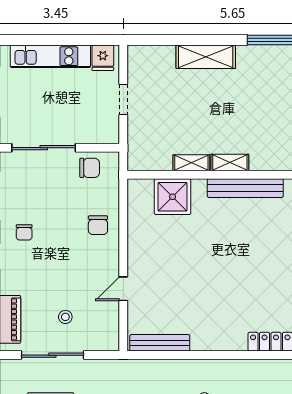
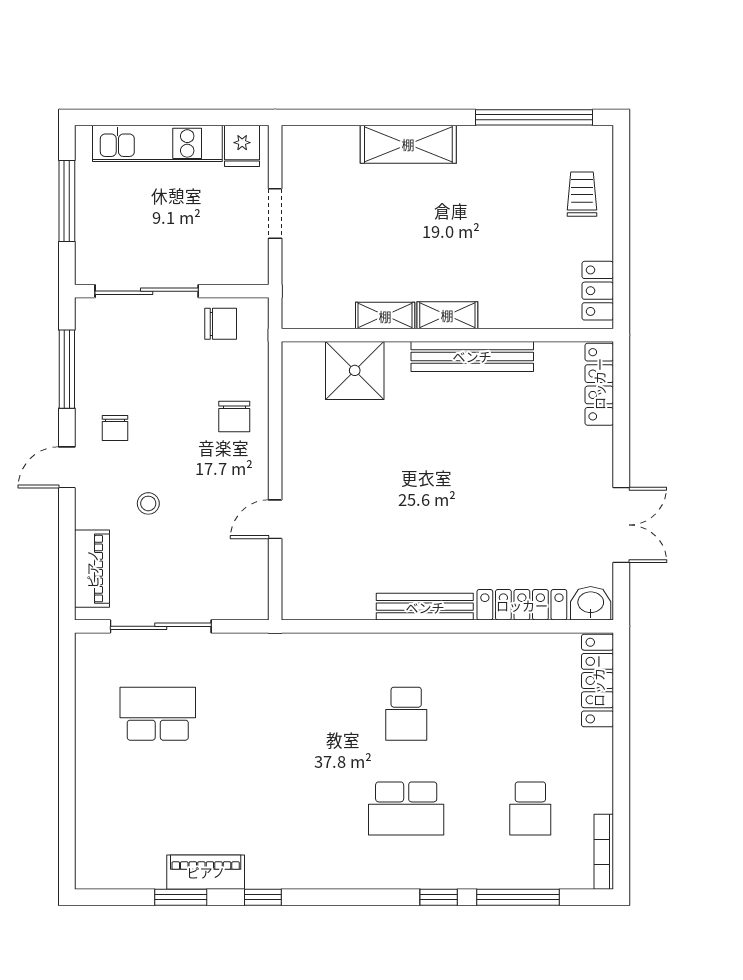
stool: (65, 317) -> (148, 503), moved
bench: (160, 343) -> (425, 607), moved

